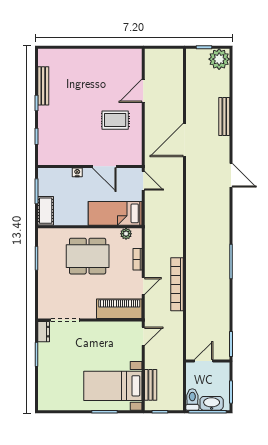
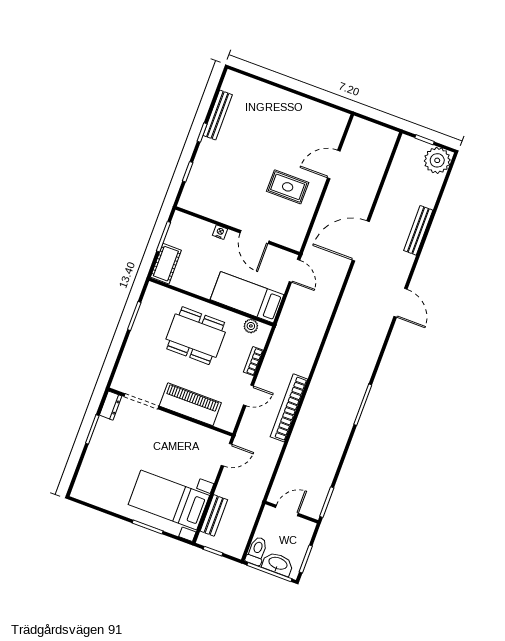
piano: (119, 309) -> (190, 404), moved

